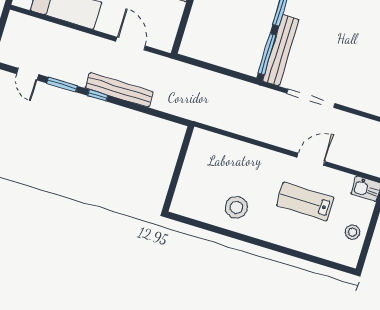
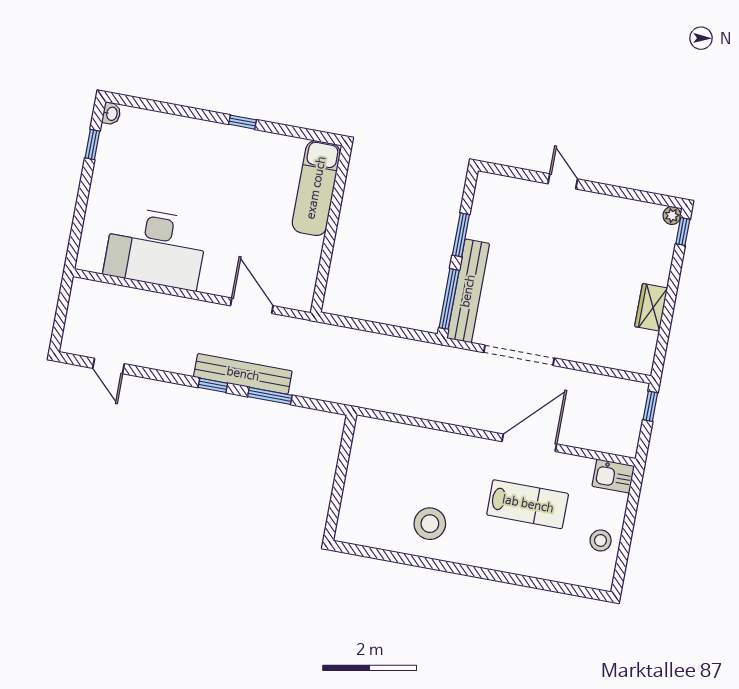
window: (62, 85) -> (270, 396), moved
door: (311, 159) -> (529, 443), width x1.36
lab bench: (305, 202) -> (528, 504), turned 180

